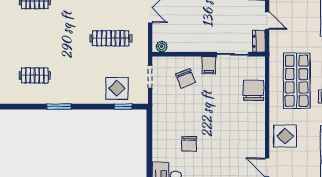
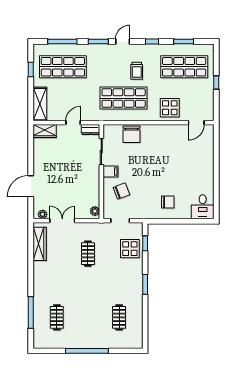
clothes rail: (111, 38) -> (88, 254), width x0.73
chair: (253, 90) -> (132, 134), turned -90
window: (59, 107) -> (145, 284), moved
chair: (189, 144) -> (168, 202), moved

